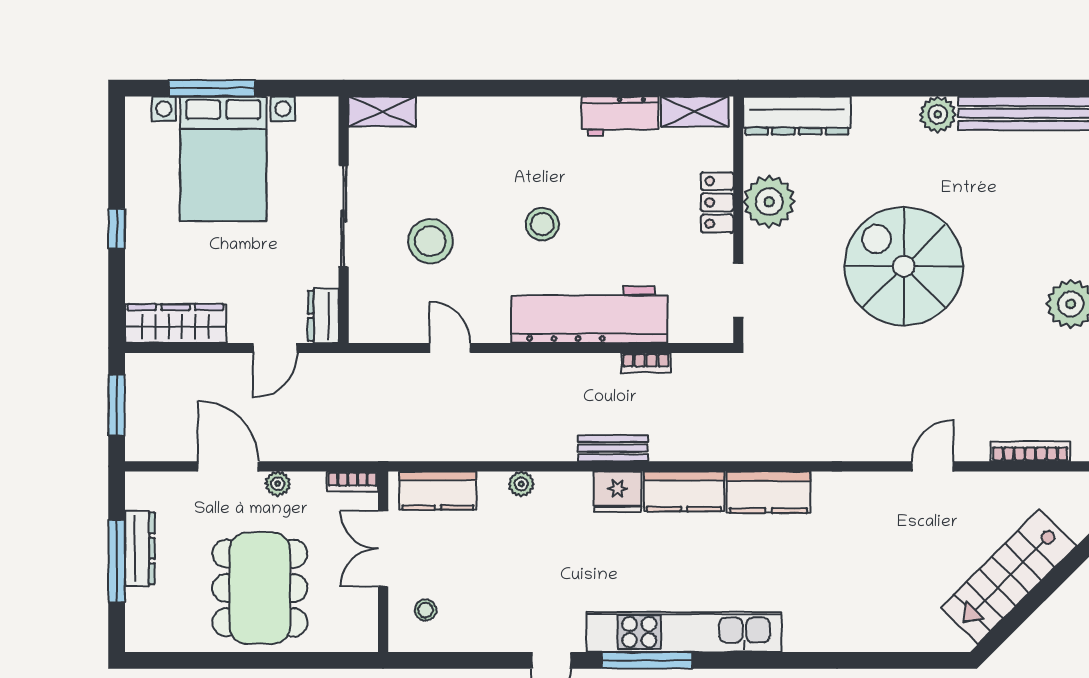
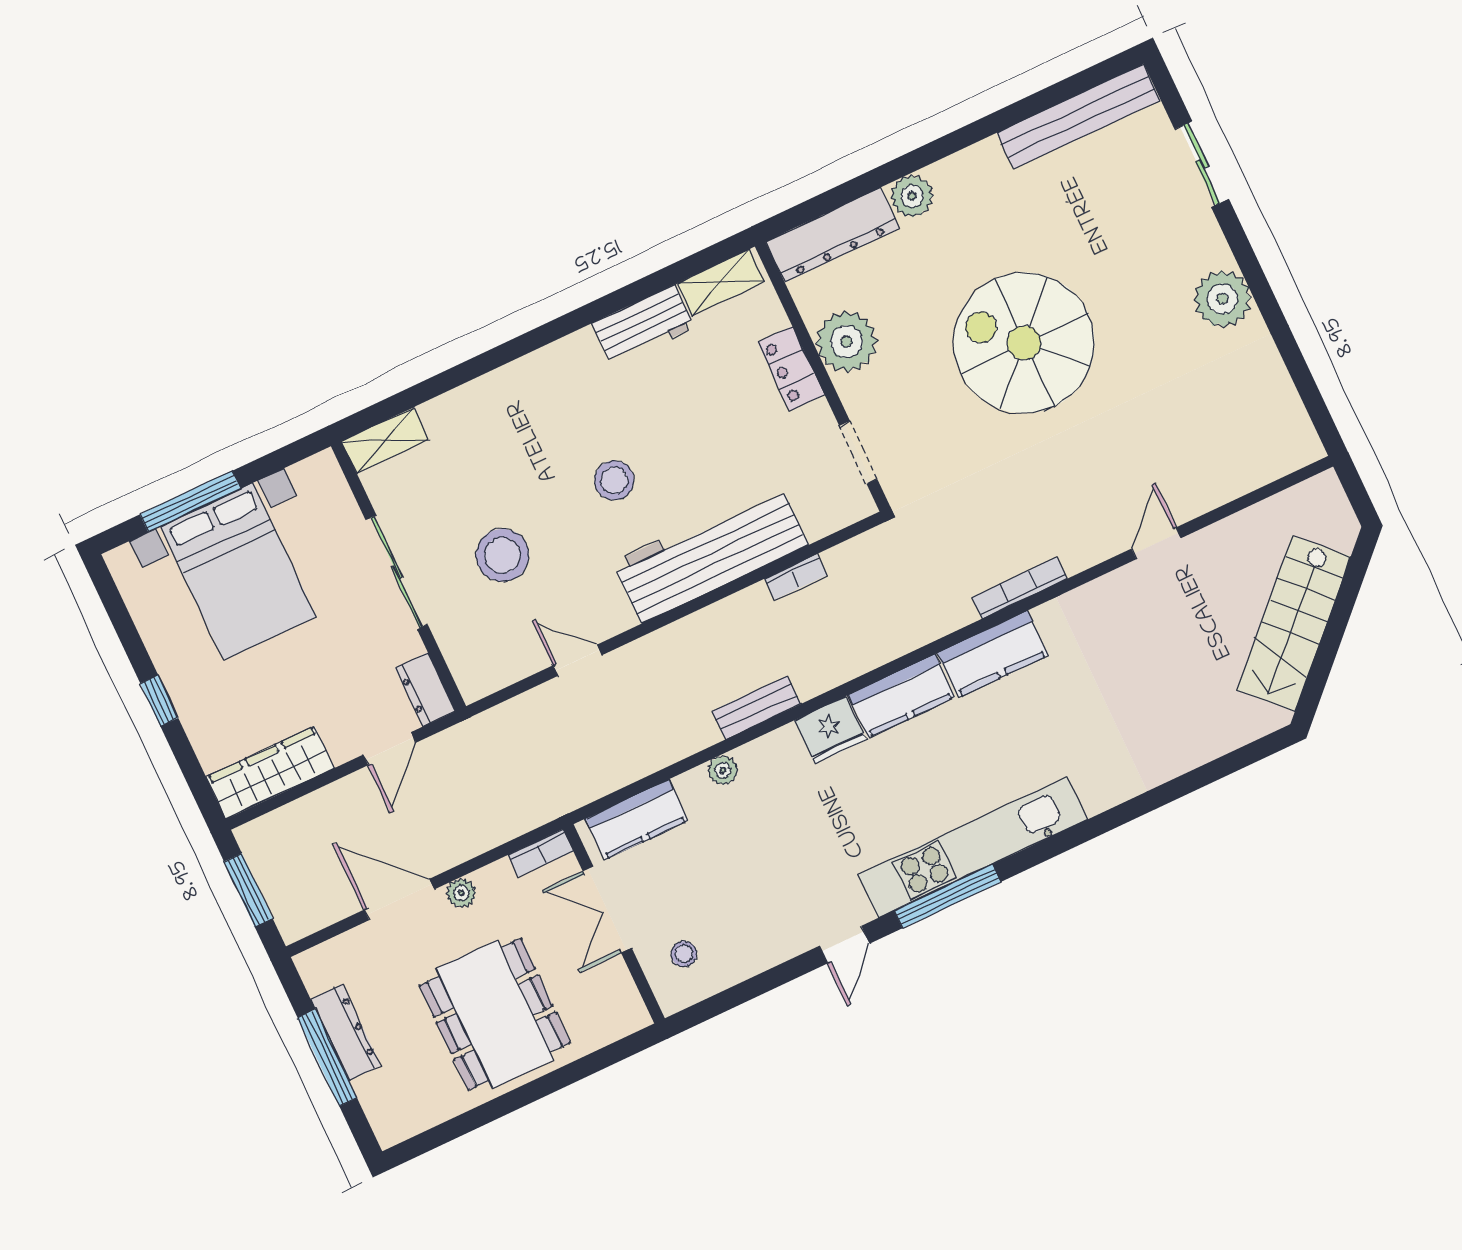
plant: (938, 114) -> (912, 196), moved
bench: (613, 448) -> (756, 708), moved
bookcase: (1030, 451) -> (1019, 588), moved

